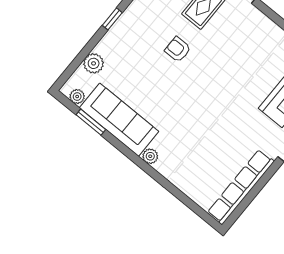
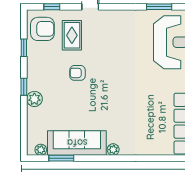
plant: (94, 63) -> (34, 99), moved

